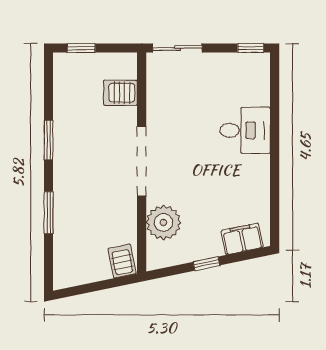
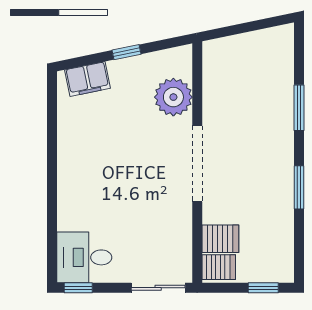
desk: (245, 130) -> (84, 257), moved
server rack: (122, 261) -> (219, 267), moved, turned -78

